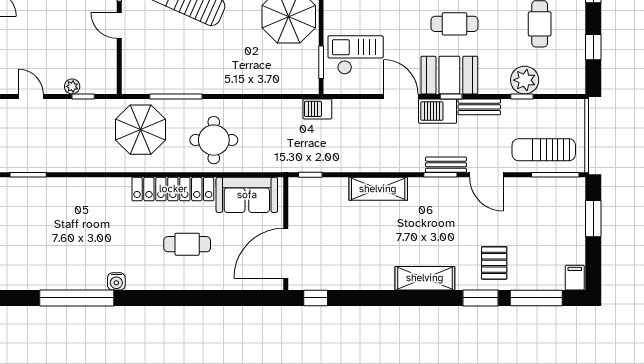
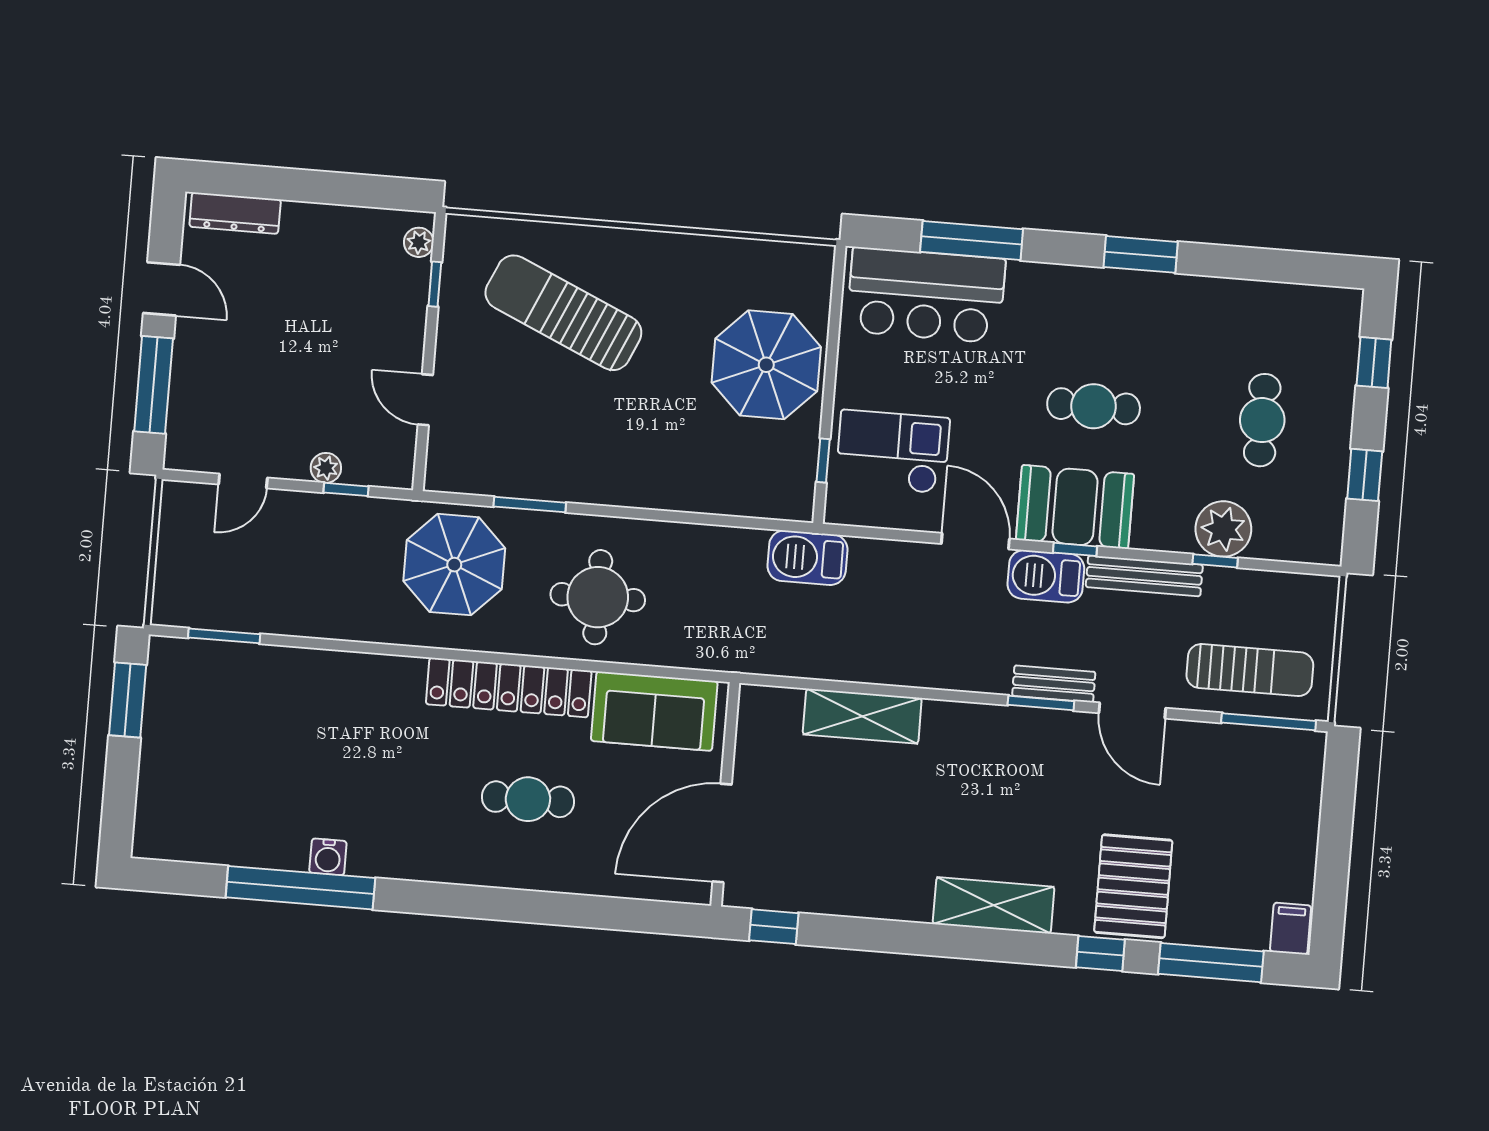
door: (119, 26) -> (425, 400), moved
window: (321, 62) -> (823, 461), width x0.67
door: (31, 96) -> (243, 481), swing flipped
window: (176, 96) -> (530, 505), width x0.69
bench: (479, 107) -> (1144, 576), width x1.36
barbecue: (317, 109) -> (807, 558), width x1.38, depth x1.27
sun lounger: (544, 150) -> (1250, 670), turned 180
window: (310, 175) -> (783, 682), removed
shelving: (378, 189) -> (862, 716), moved
window: (593, 219) -> (1337, 815), removed
pallet: (494, 263) -> (1133, 886), width x1.50, depth x1.42
water cooler: (116, 281) -> (328, 857), moved
window: (480, 298) -> (1100, 953), width x0.67

